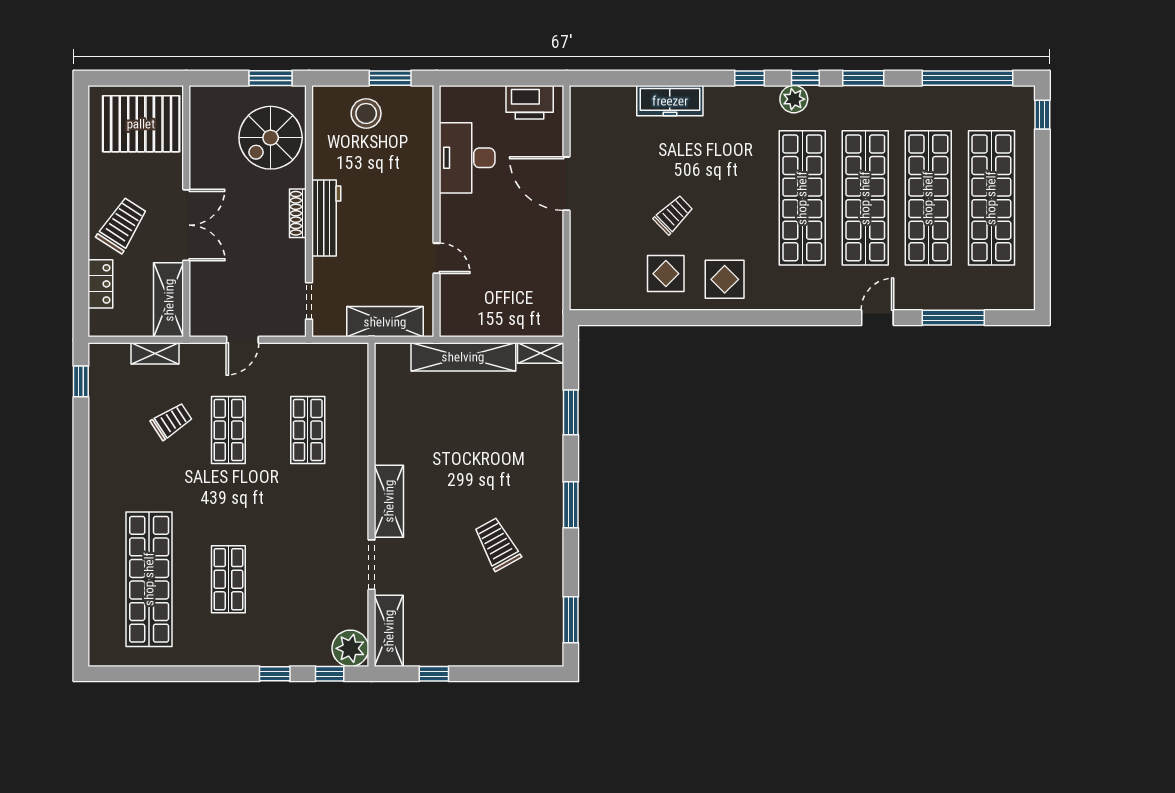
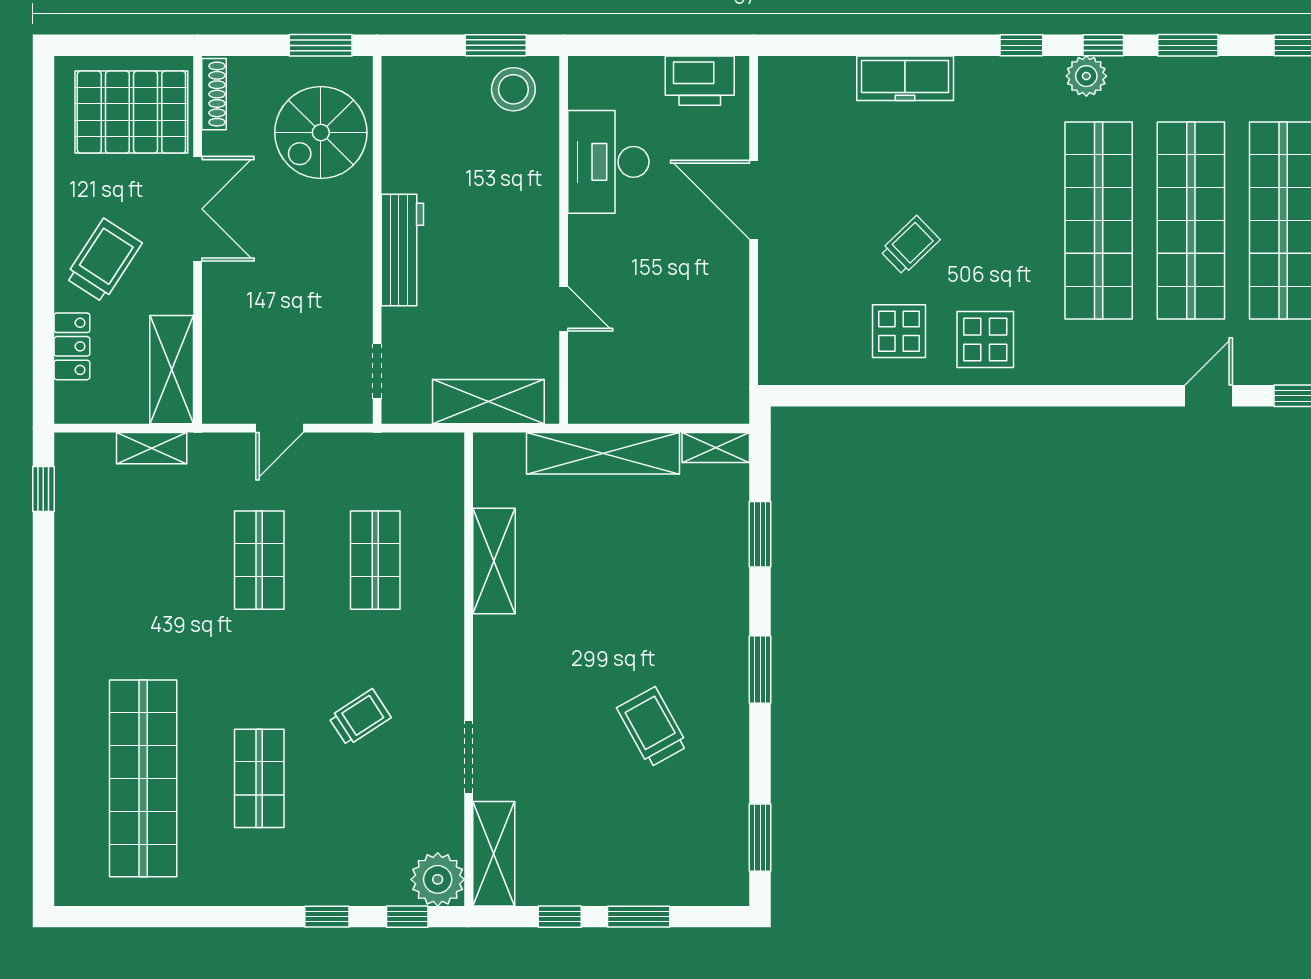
stool: (366, 113) -> (513, 89), moved
shoe rack: (298, 213) -> (214, 94), moved, turned 180
double door: (186, 225) -> (198, 209), moved
trolley: (172, 421) -> (360, 717), moved
shelving: (389, 501) -> (494, 561), moved
window: (488, 674) -> (639, 917), added

